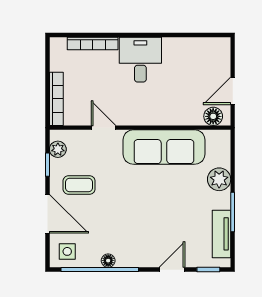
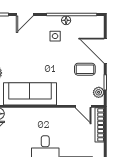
door: (103, 128) -> (83, 106), moved
side table: (67, 251) -> (55, 36), moved

